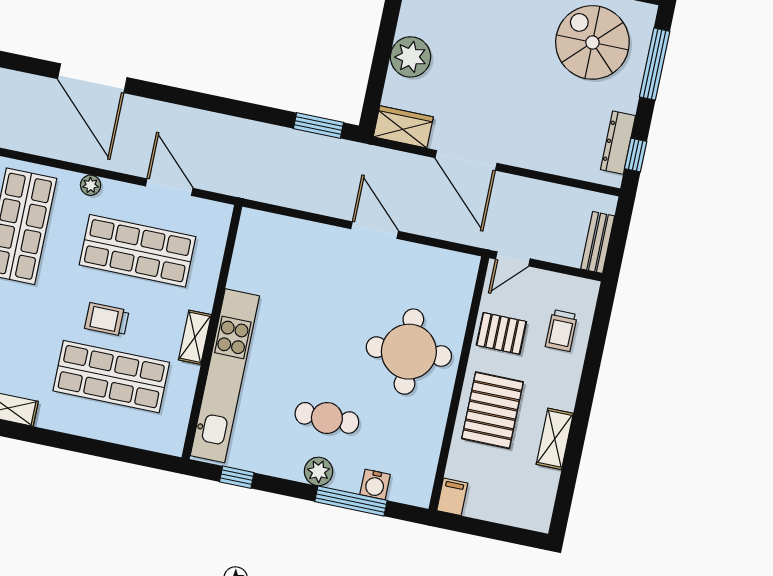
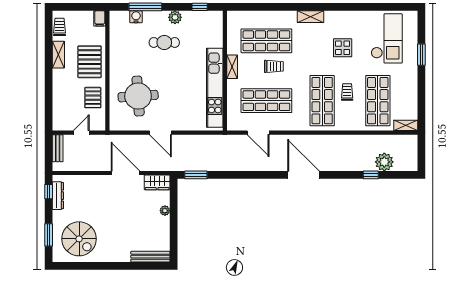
plant: (411, 57) -> (165, 211), width x0.53, depth x0.53
window: (655, 64) -> (49, 235), width x0.69
plant: (91, 185) -> (294, 126), removed
door: (513, 259) -> (81, 133), moved
trolley: (561, 331) -> (60, 27), moved
pallet: (501, 333) -> (93, 98), turned 90
round table: (409, 352) -> (138, 96), moved
kitchen unit: (225, 376) -> (215, 88), moved
plant: (318, 471) -> (175, 17), moved

